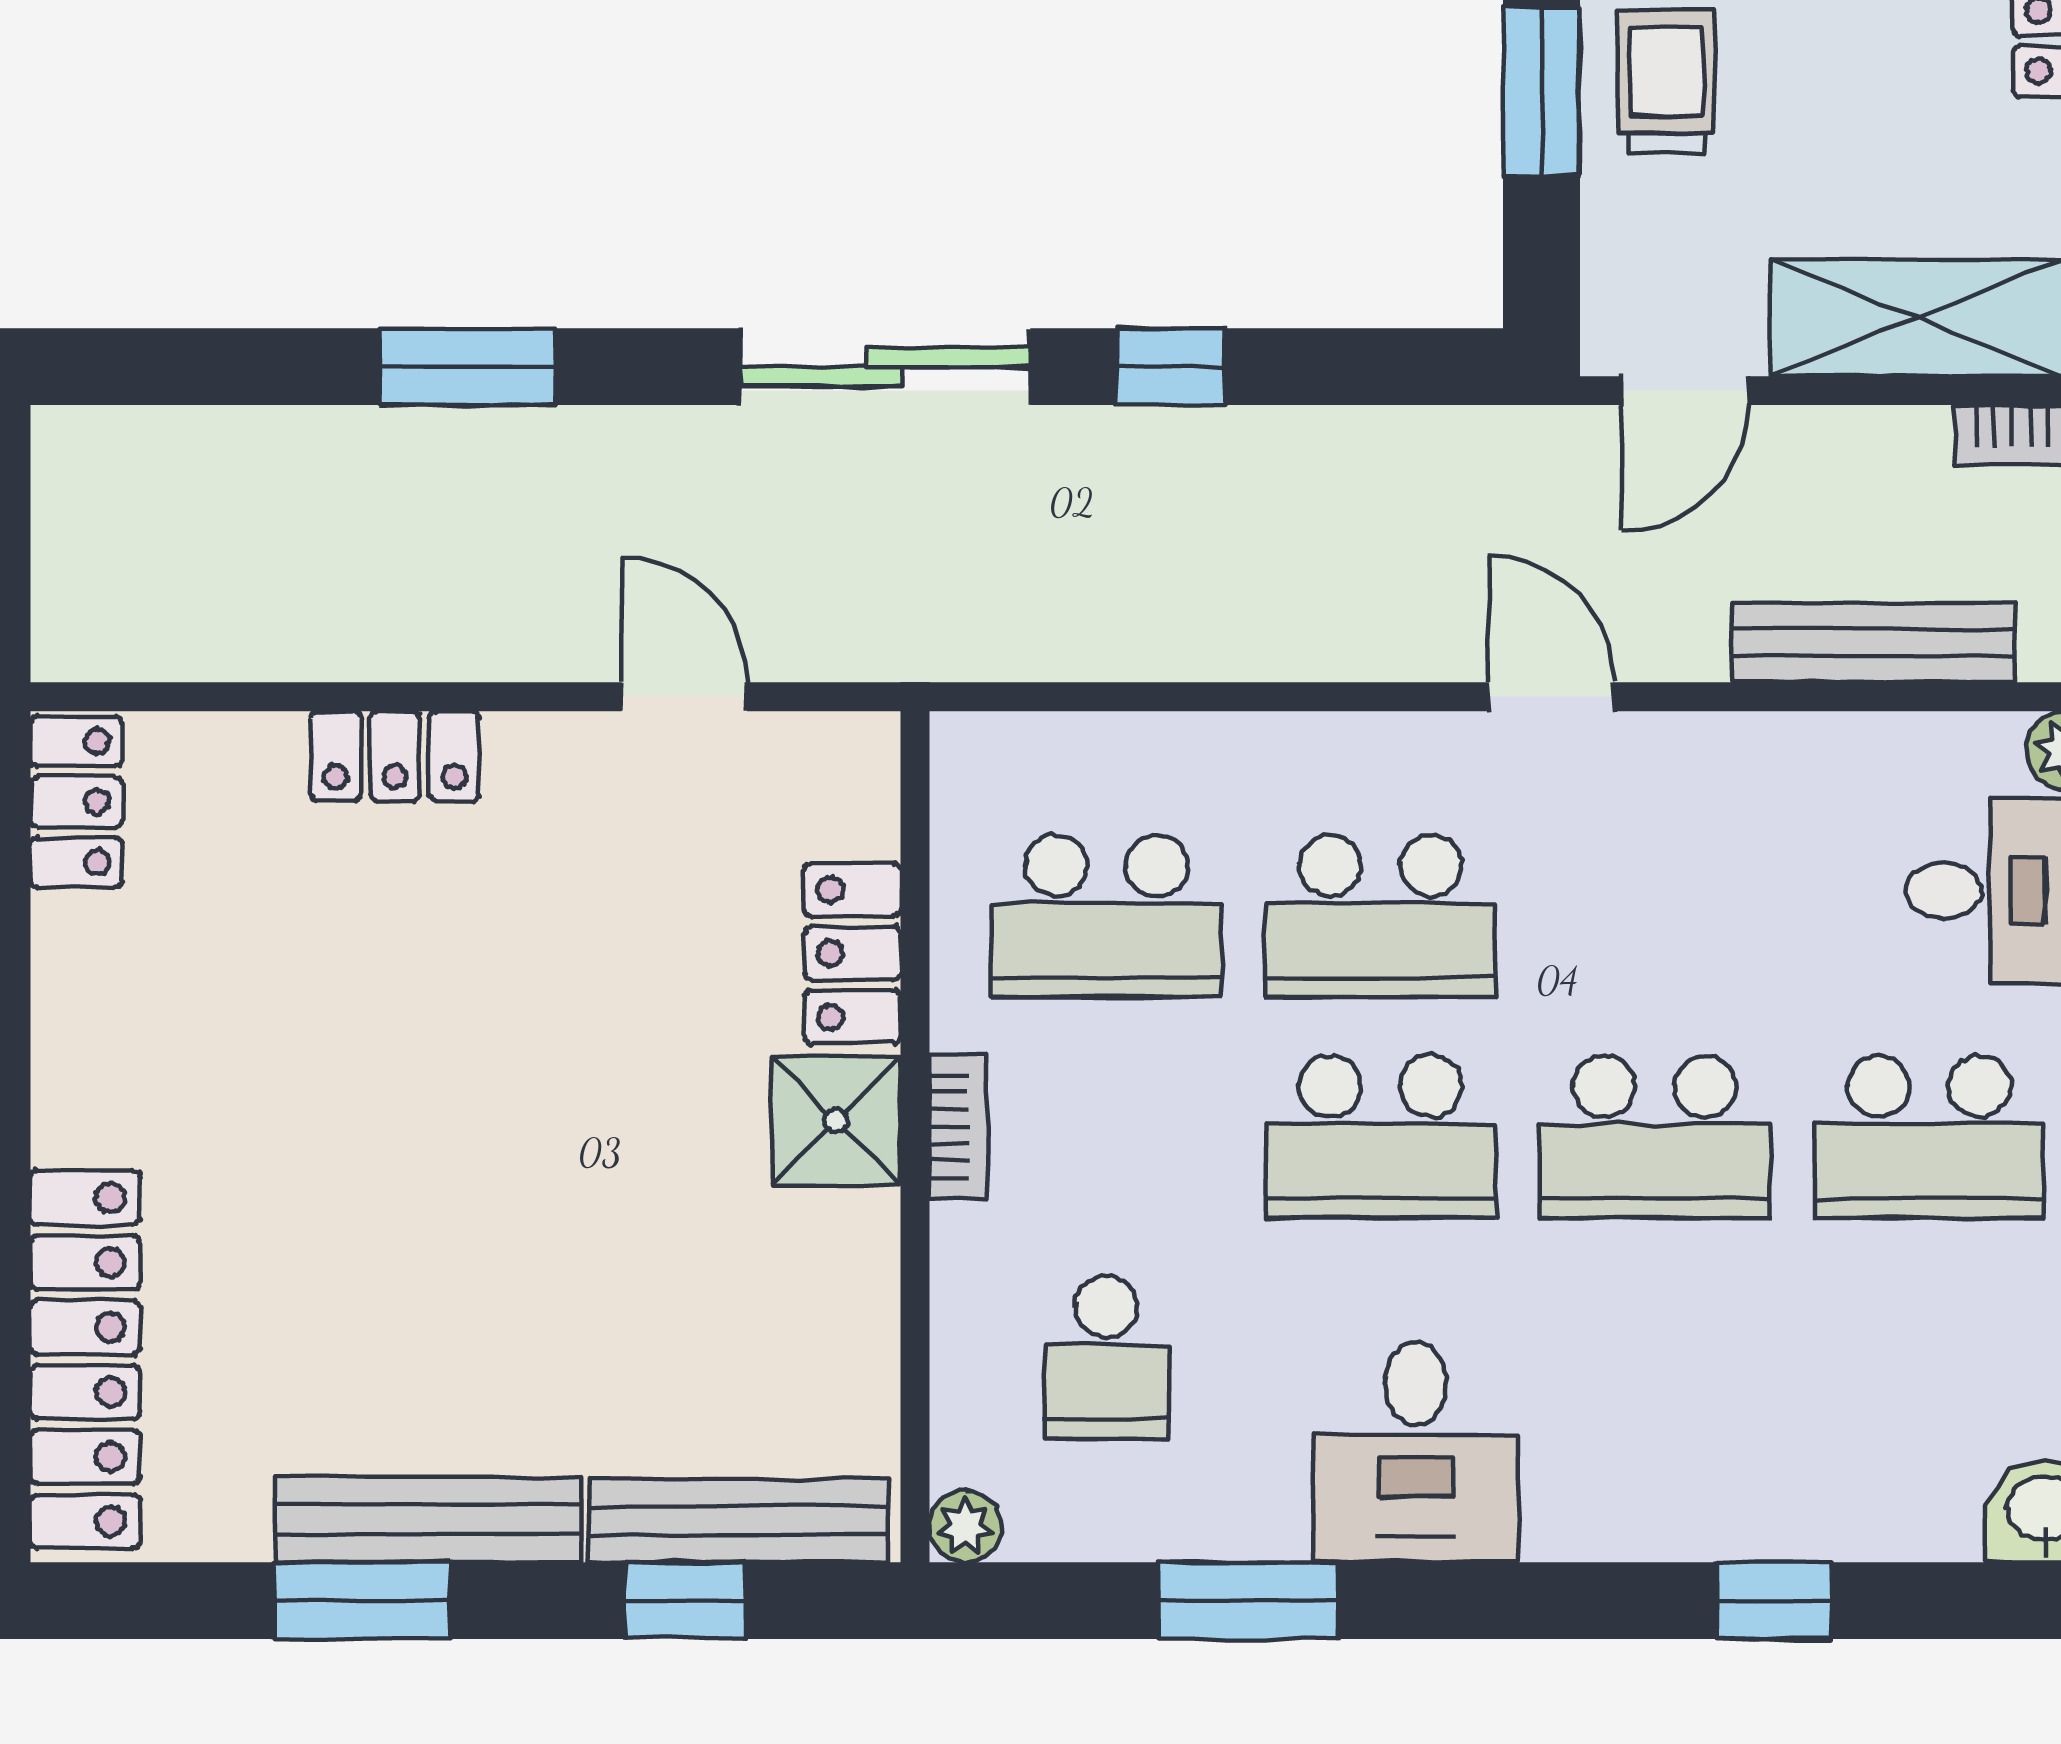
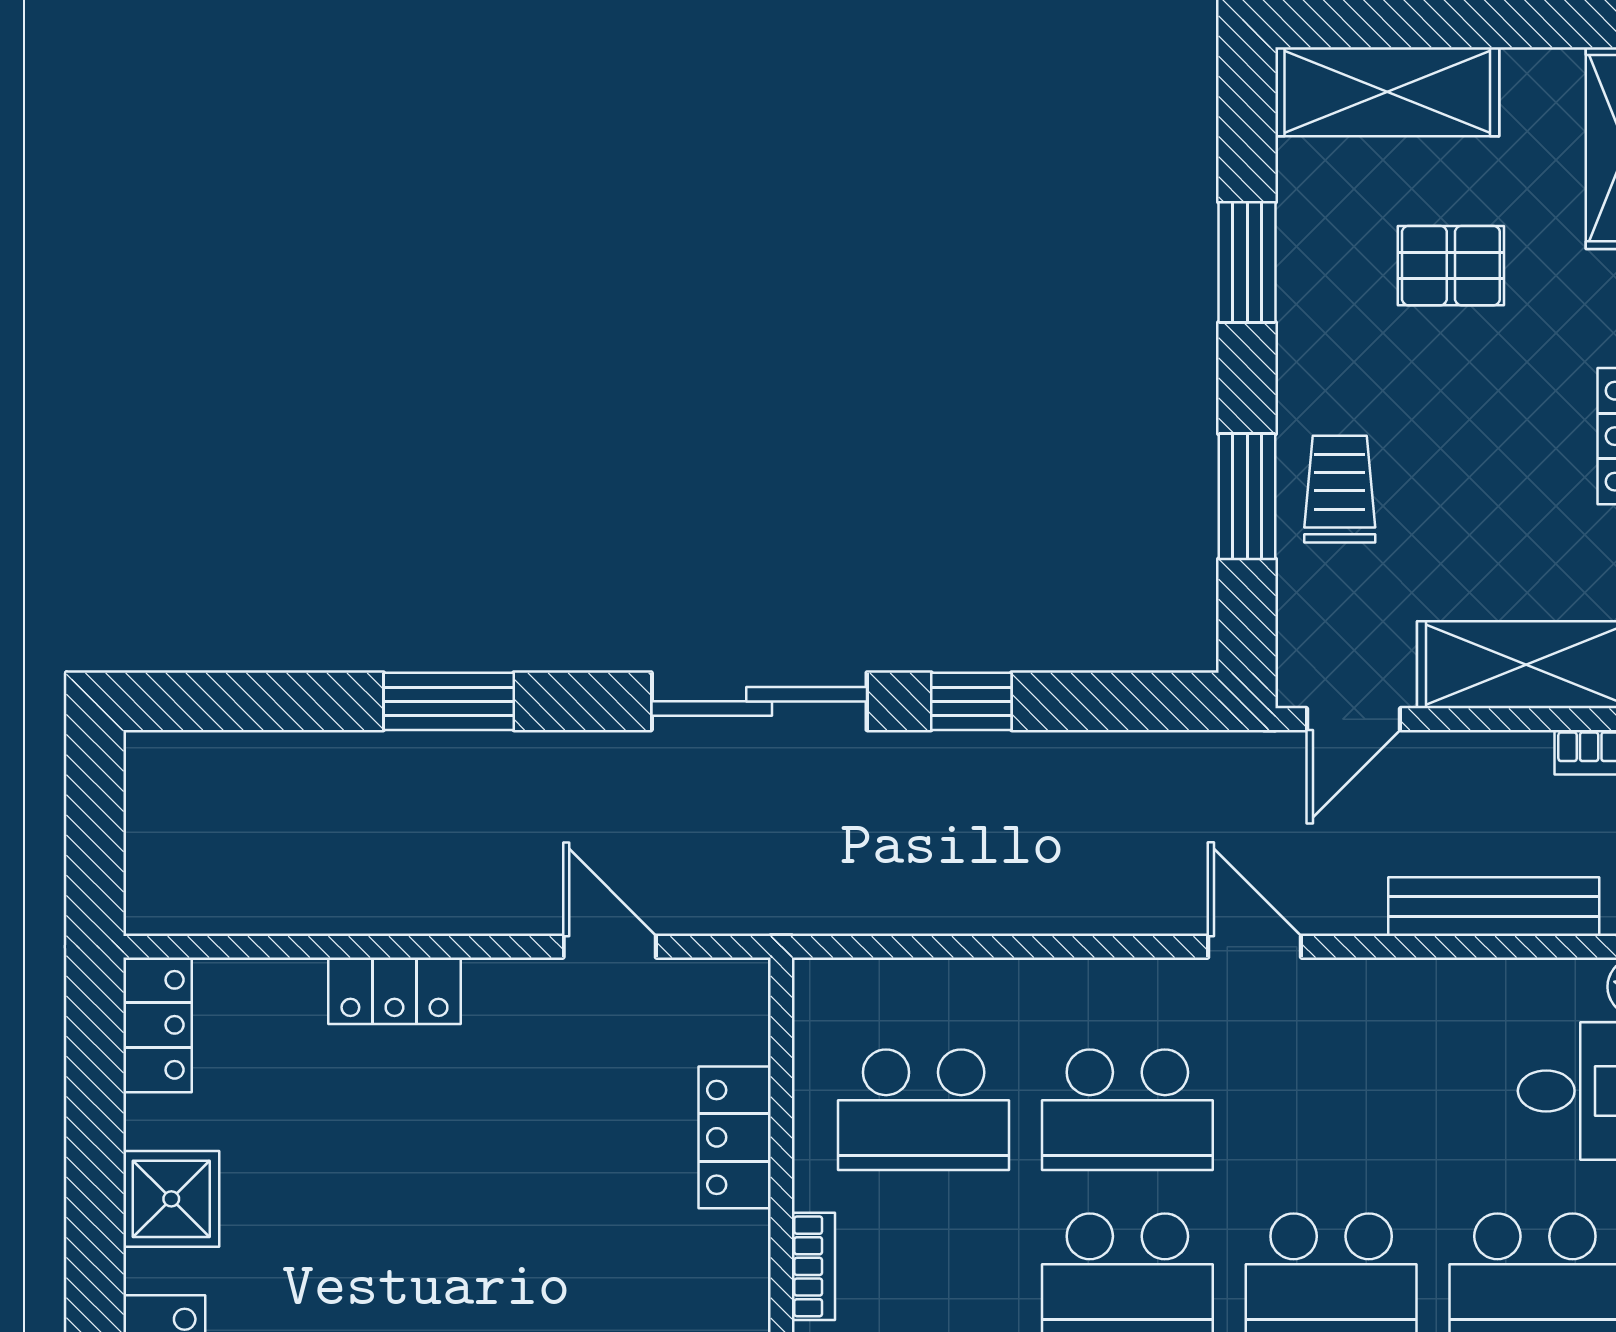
shower: (836, 1121) -> (171, 1199), moved

